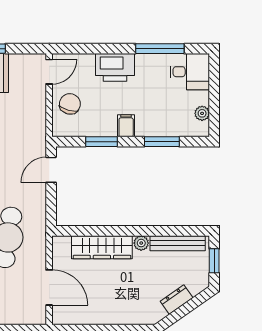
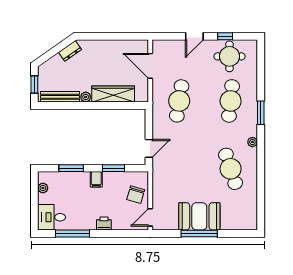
printer: (115, 67) -> (104, 223), width x0.53, depth x0.68
dresser: (177, 300) -> (70, 51), moved

